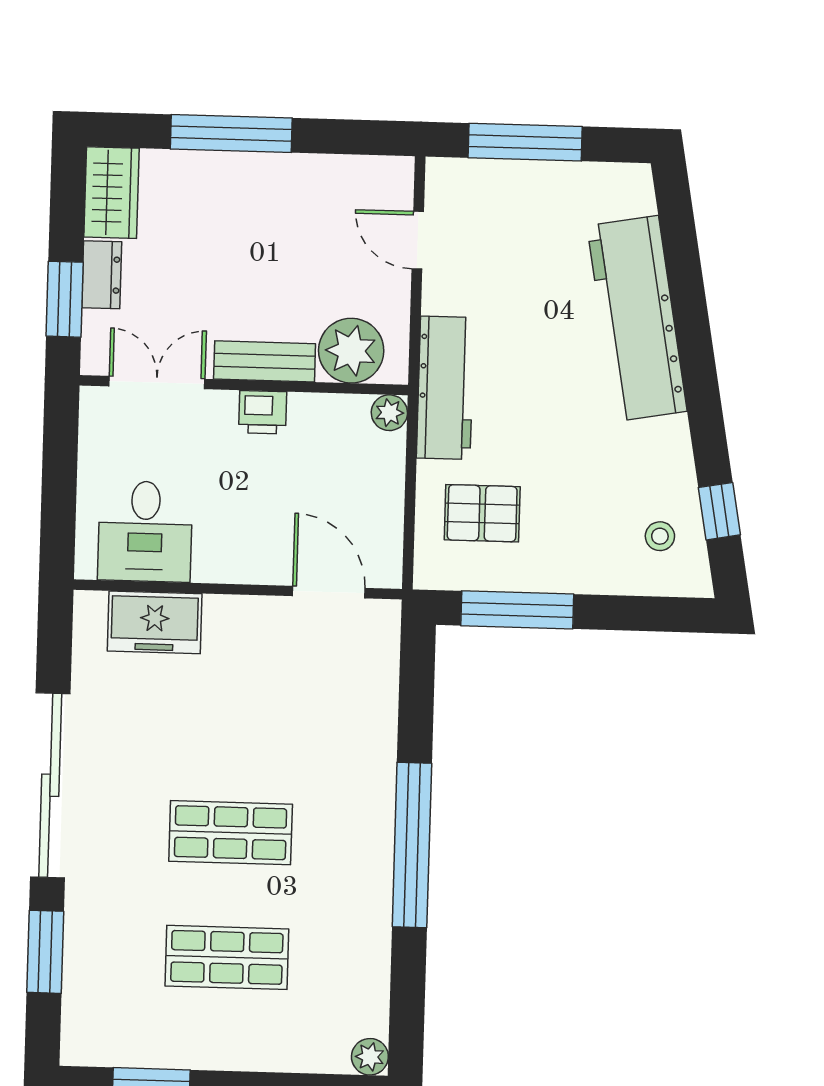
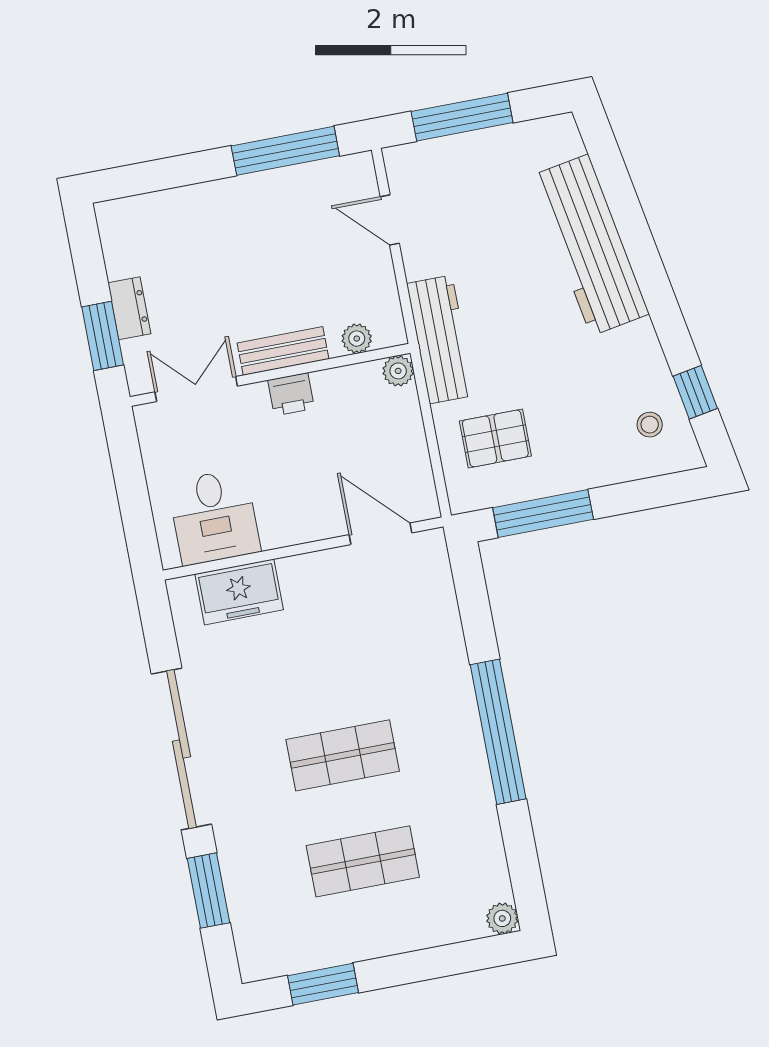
window: (231, 133) -> (285, 151), moved
wardrobe: (111, 193) -> (122, 237), removed
plant: (351, 351) -> (357, 339), width x0.53, depth x0.53

